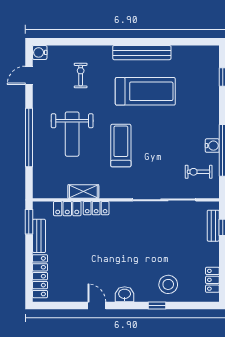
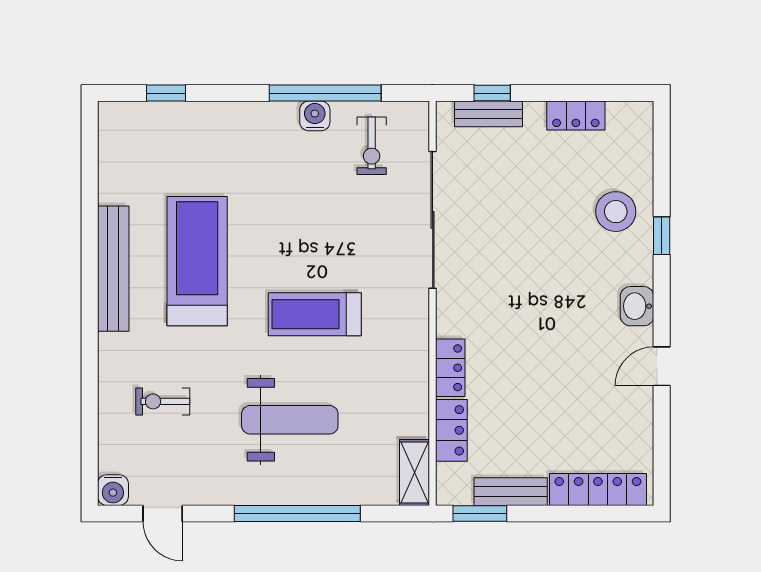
shelving: (83, 192) -> (414, 472), moved
locker: (212, 280) -> (576, 116), moved

